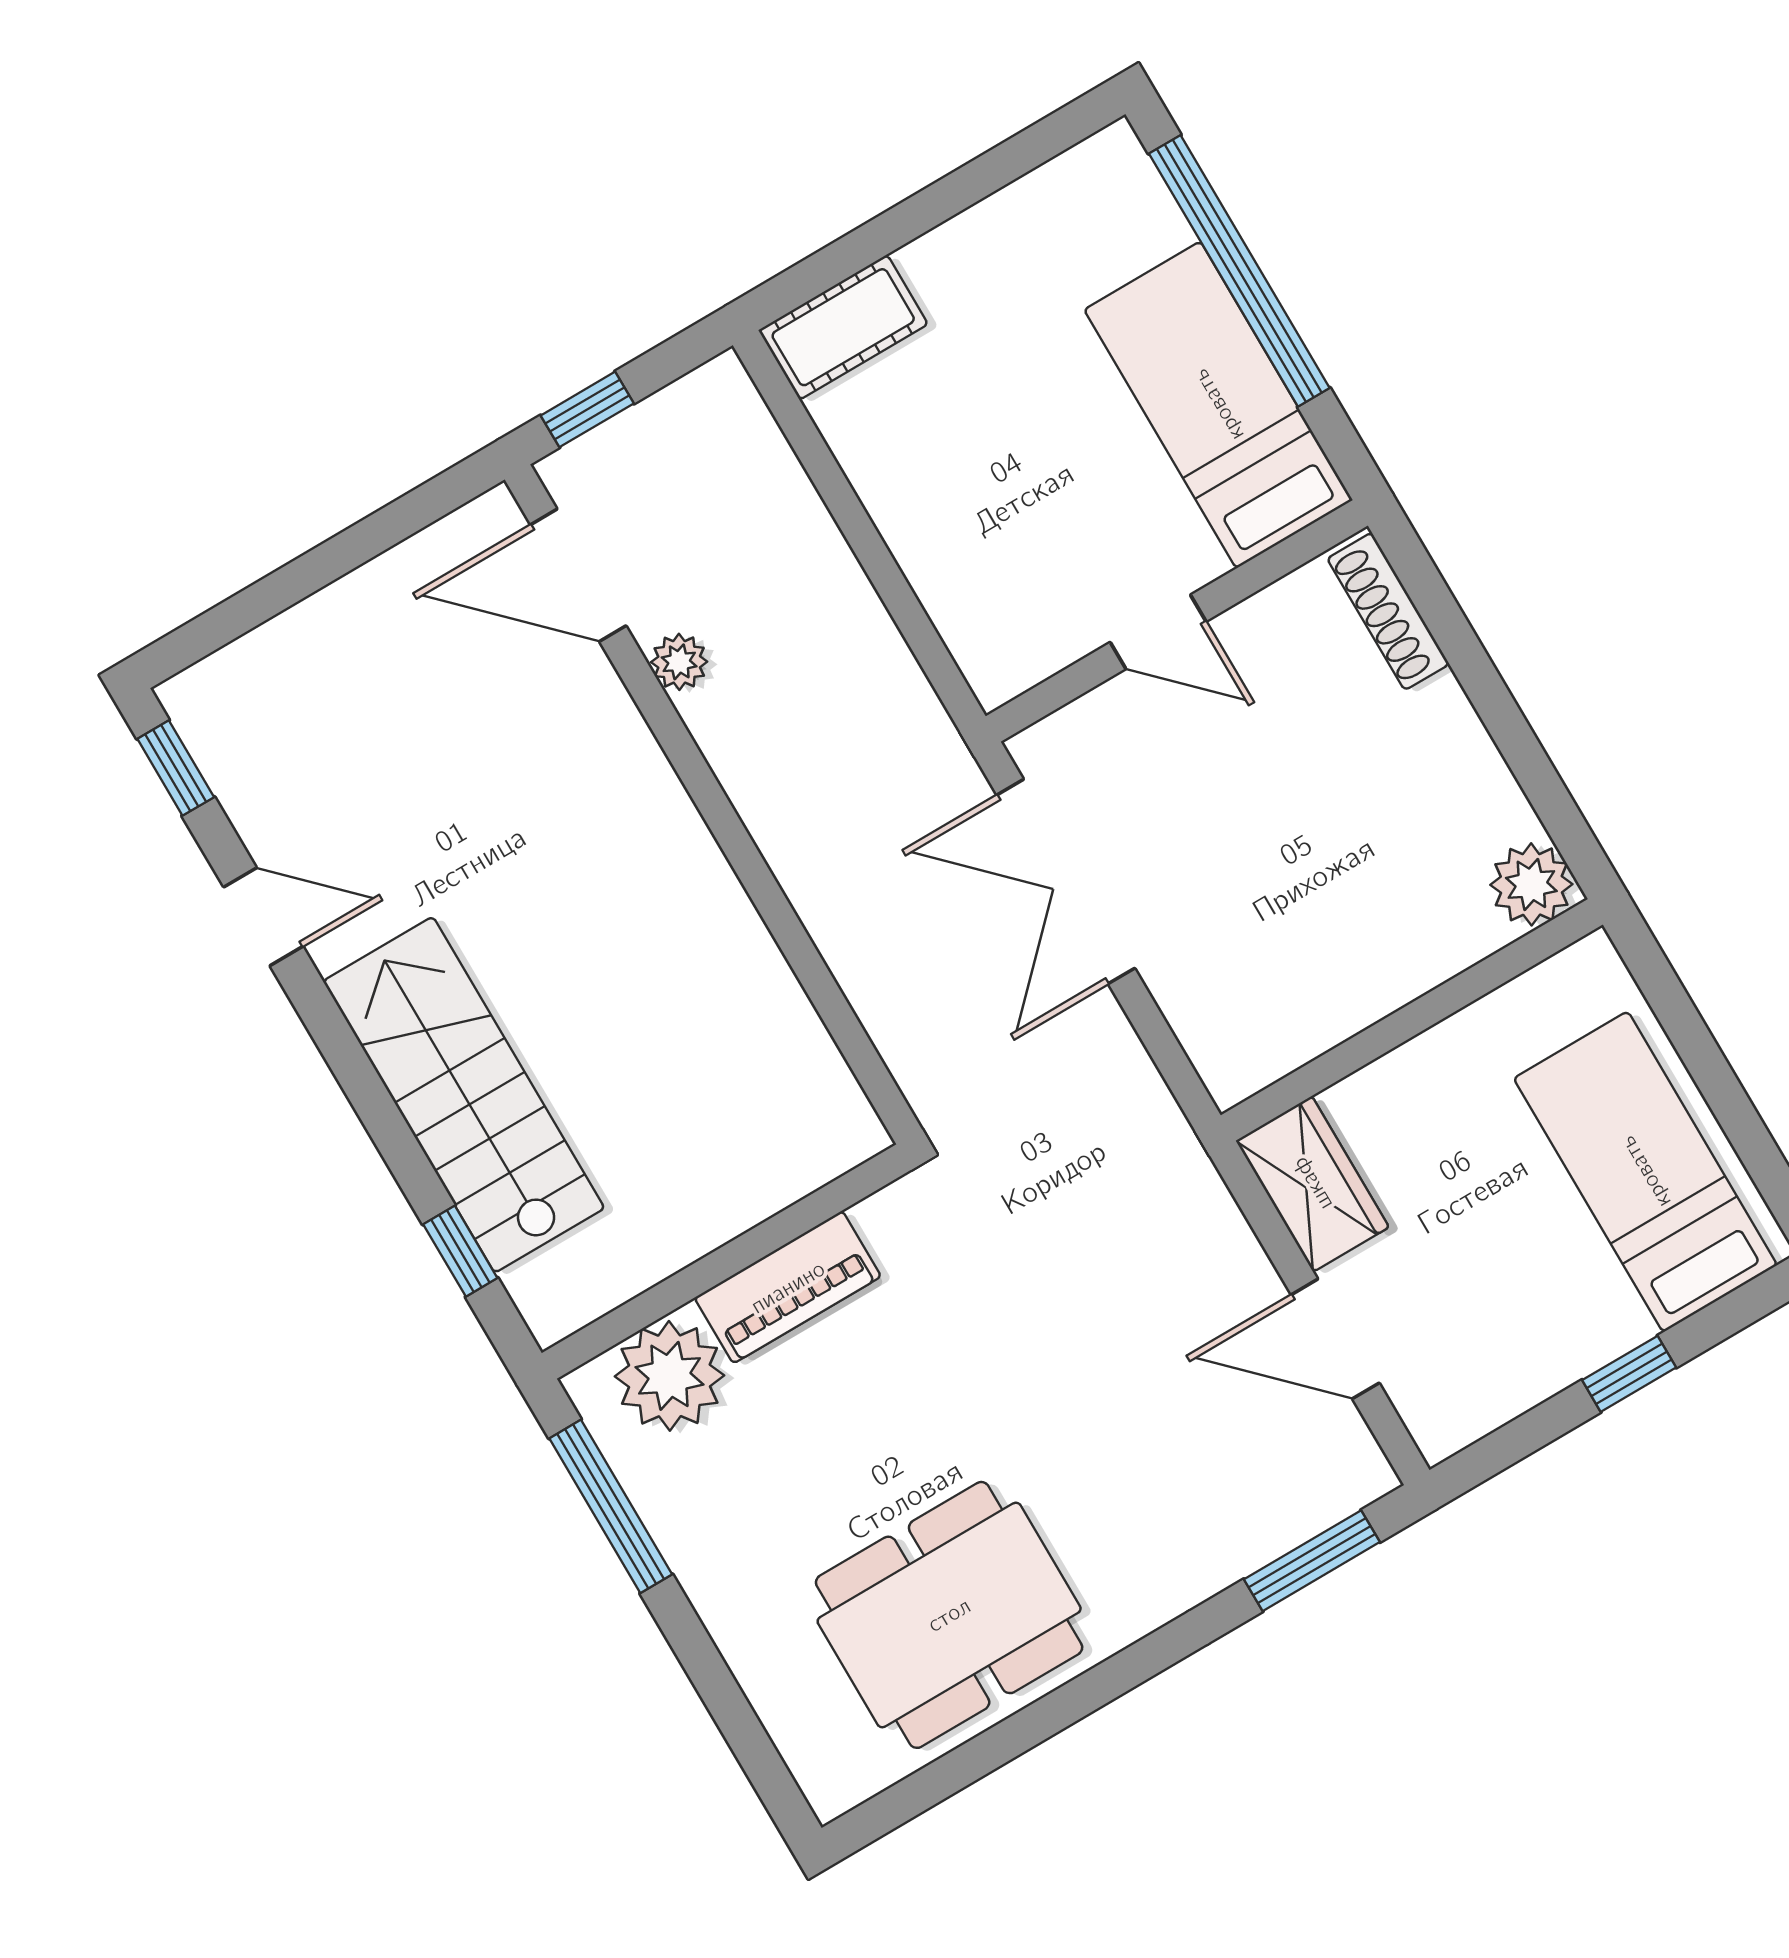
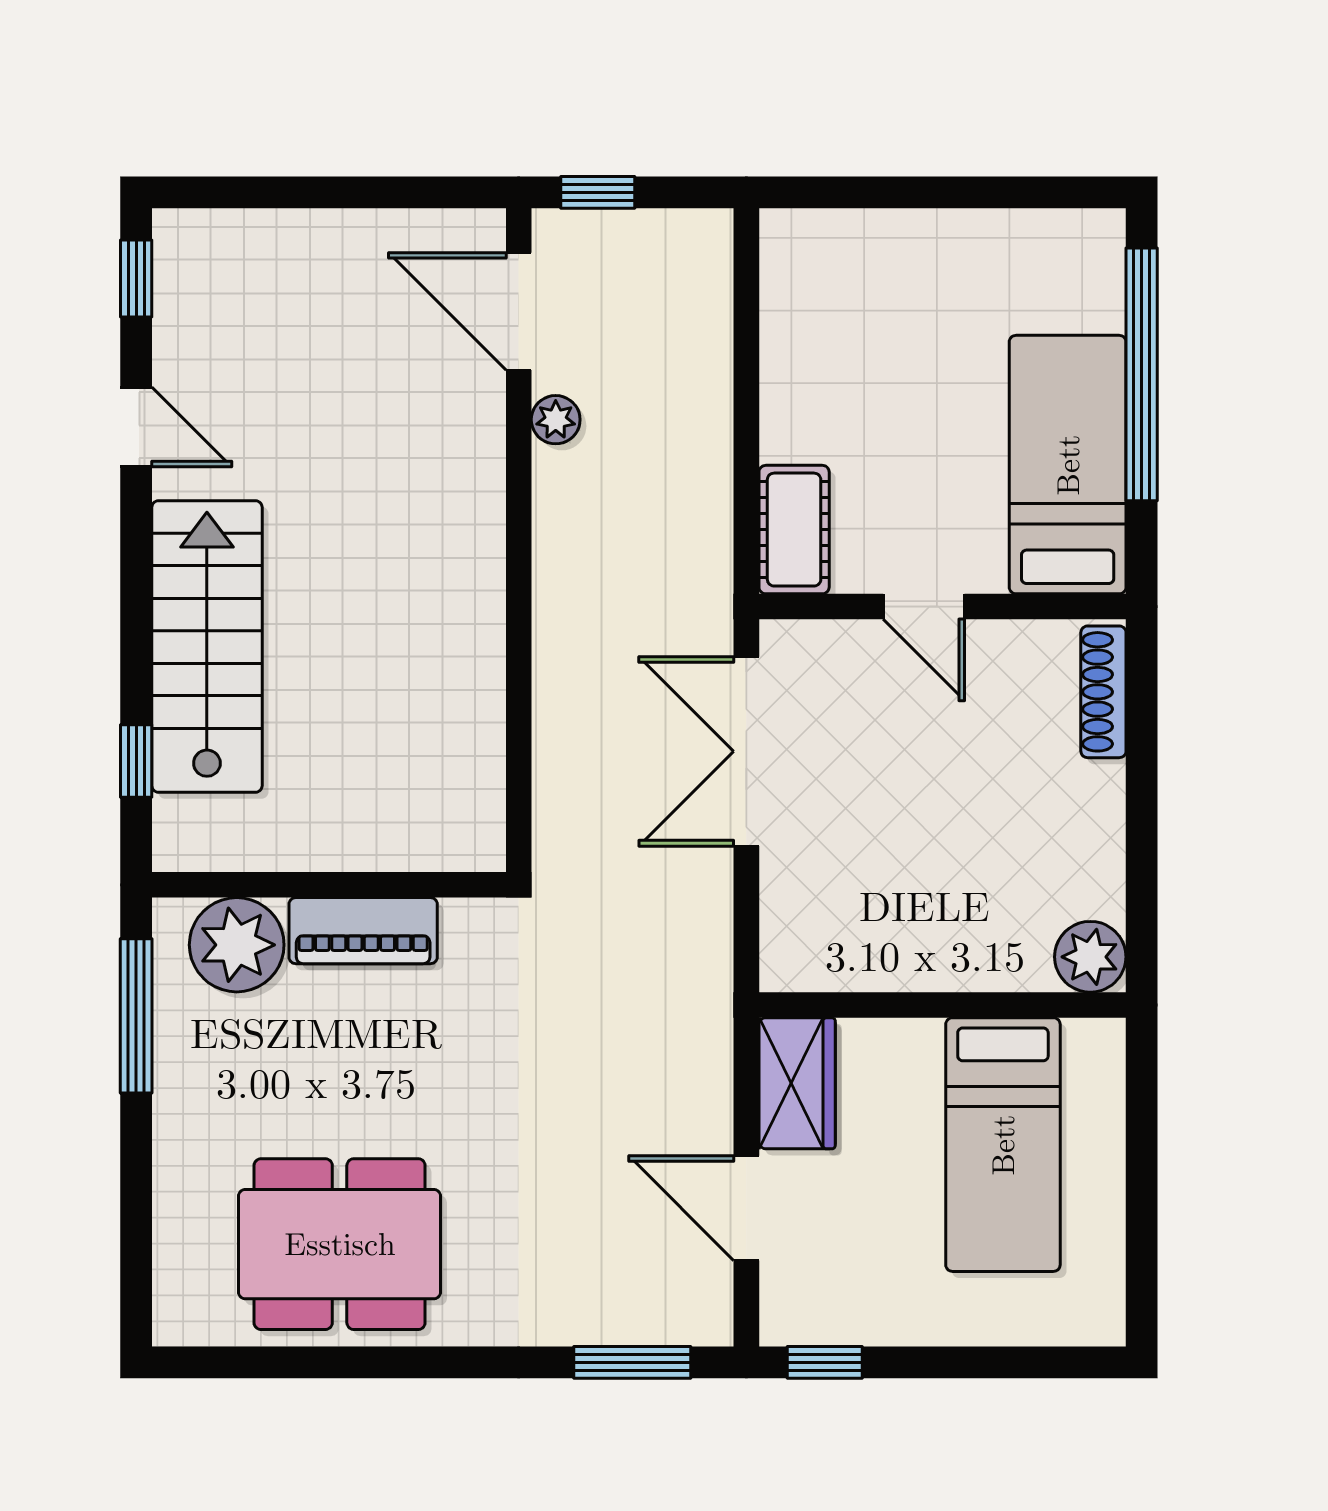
cot: (843, 327) -> (794, 530), moved, turned 90
bed: (1645, 1172) -> (1003, 1145), moved, turned 180
window: (1629, 1374) -> (825, 1362), moved

